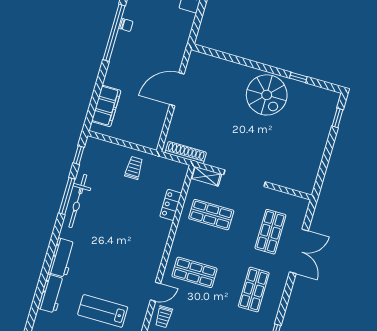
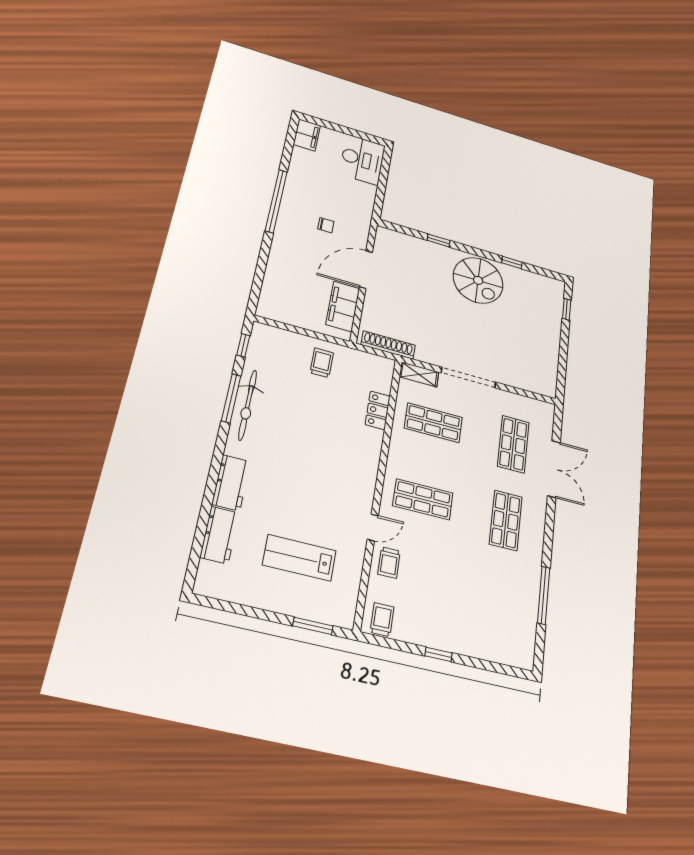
chair: (126, 25) -> (326, 225), moved
window: (240, 60) -> (439, 240), added
filing cabinet: (106, 106) -> (343, 306), moved, turned 180

